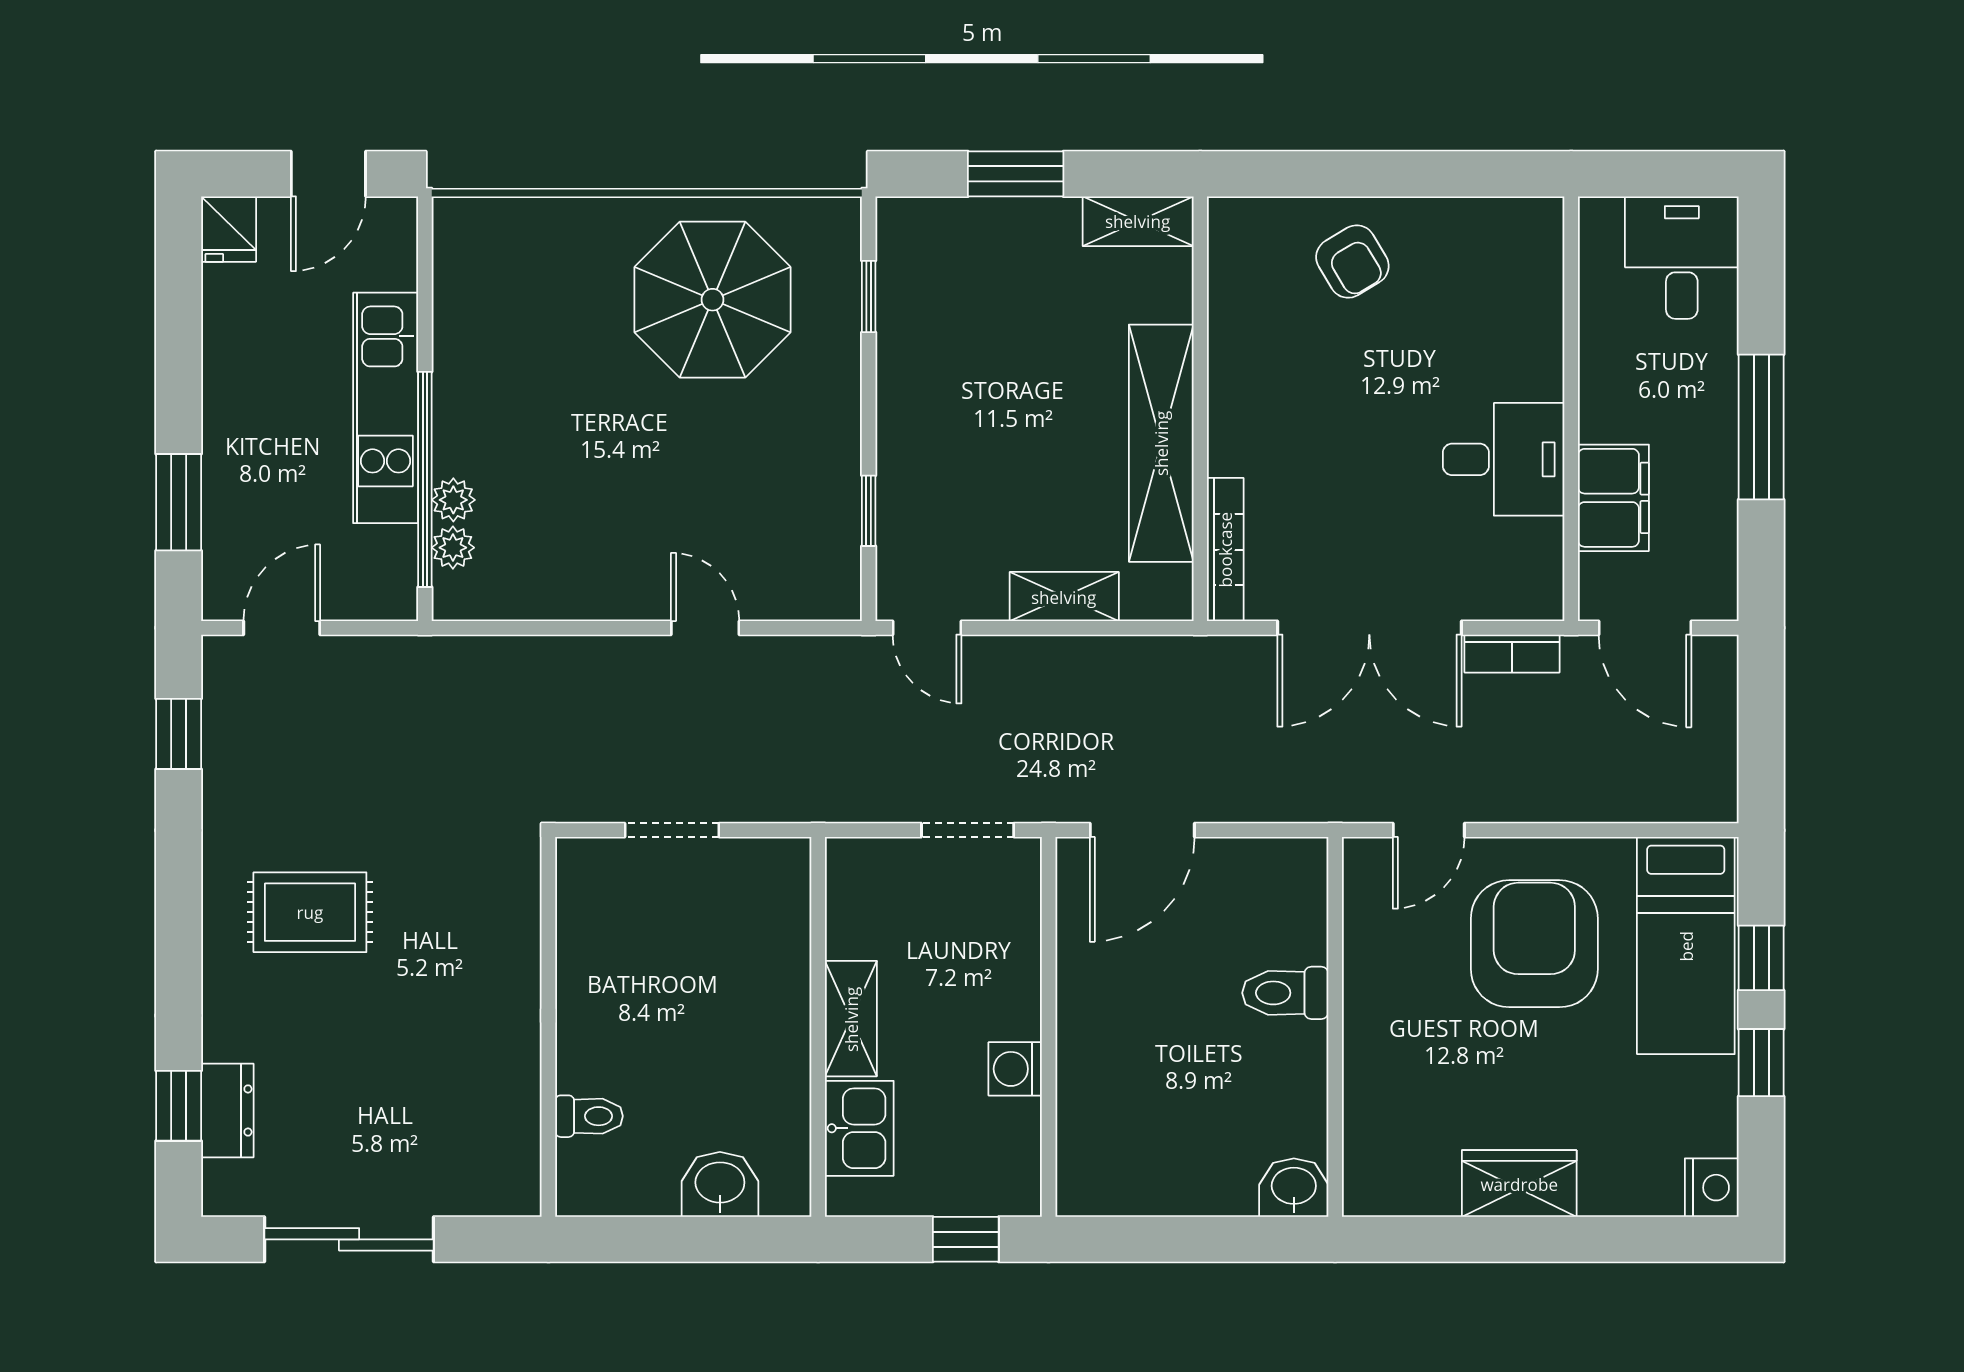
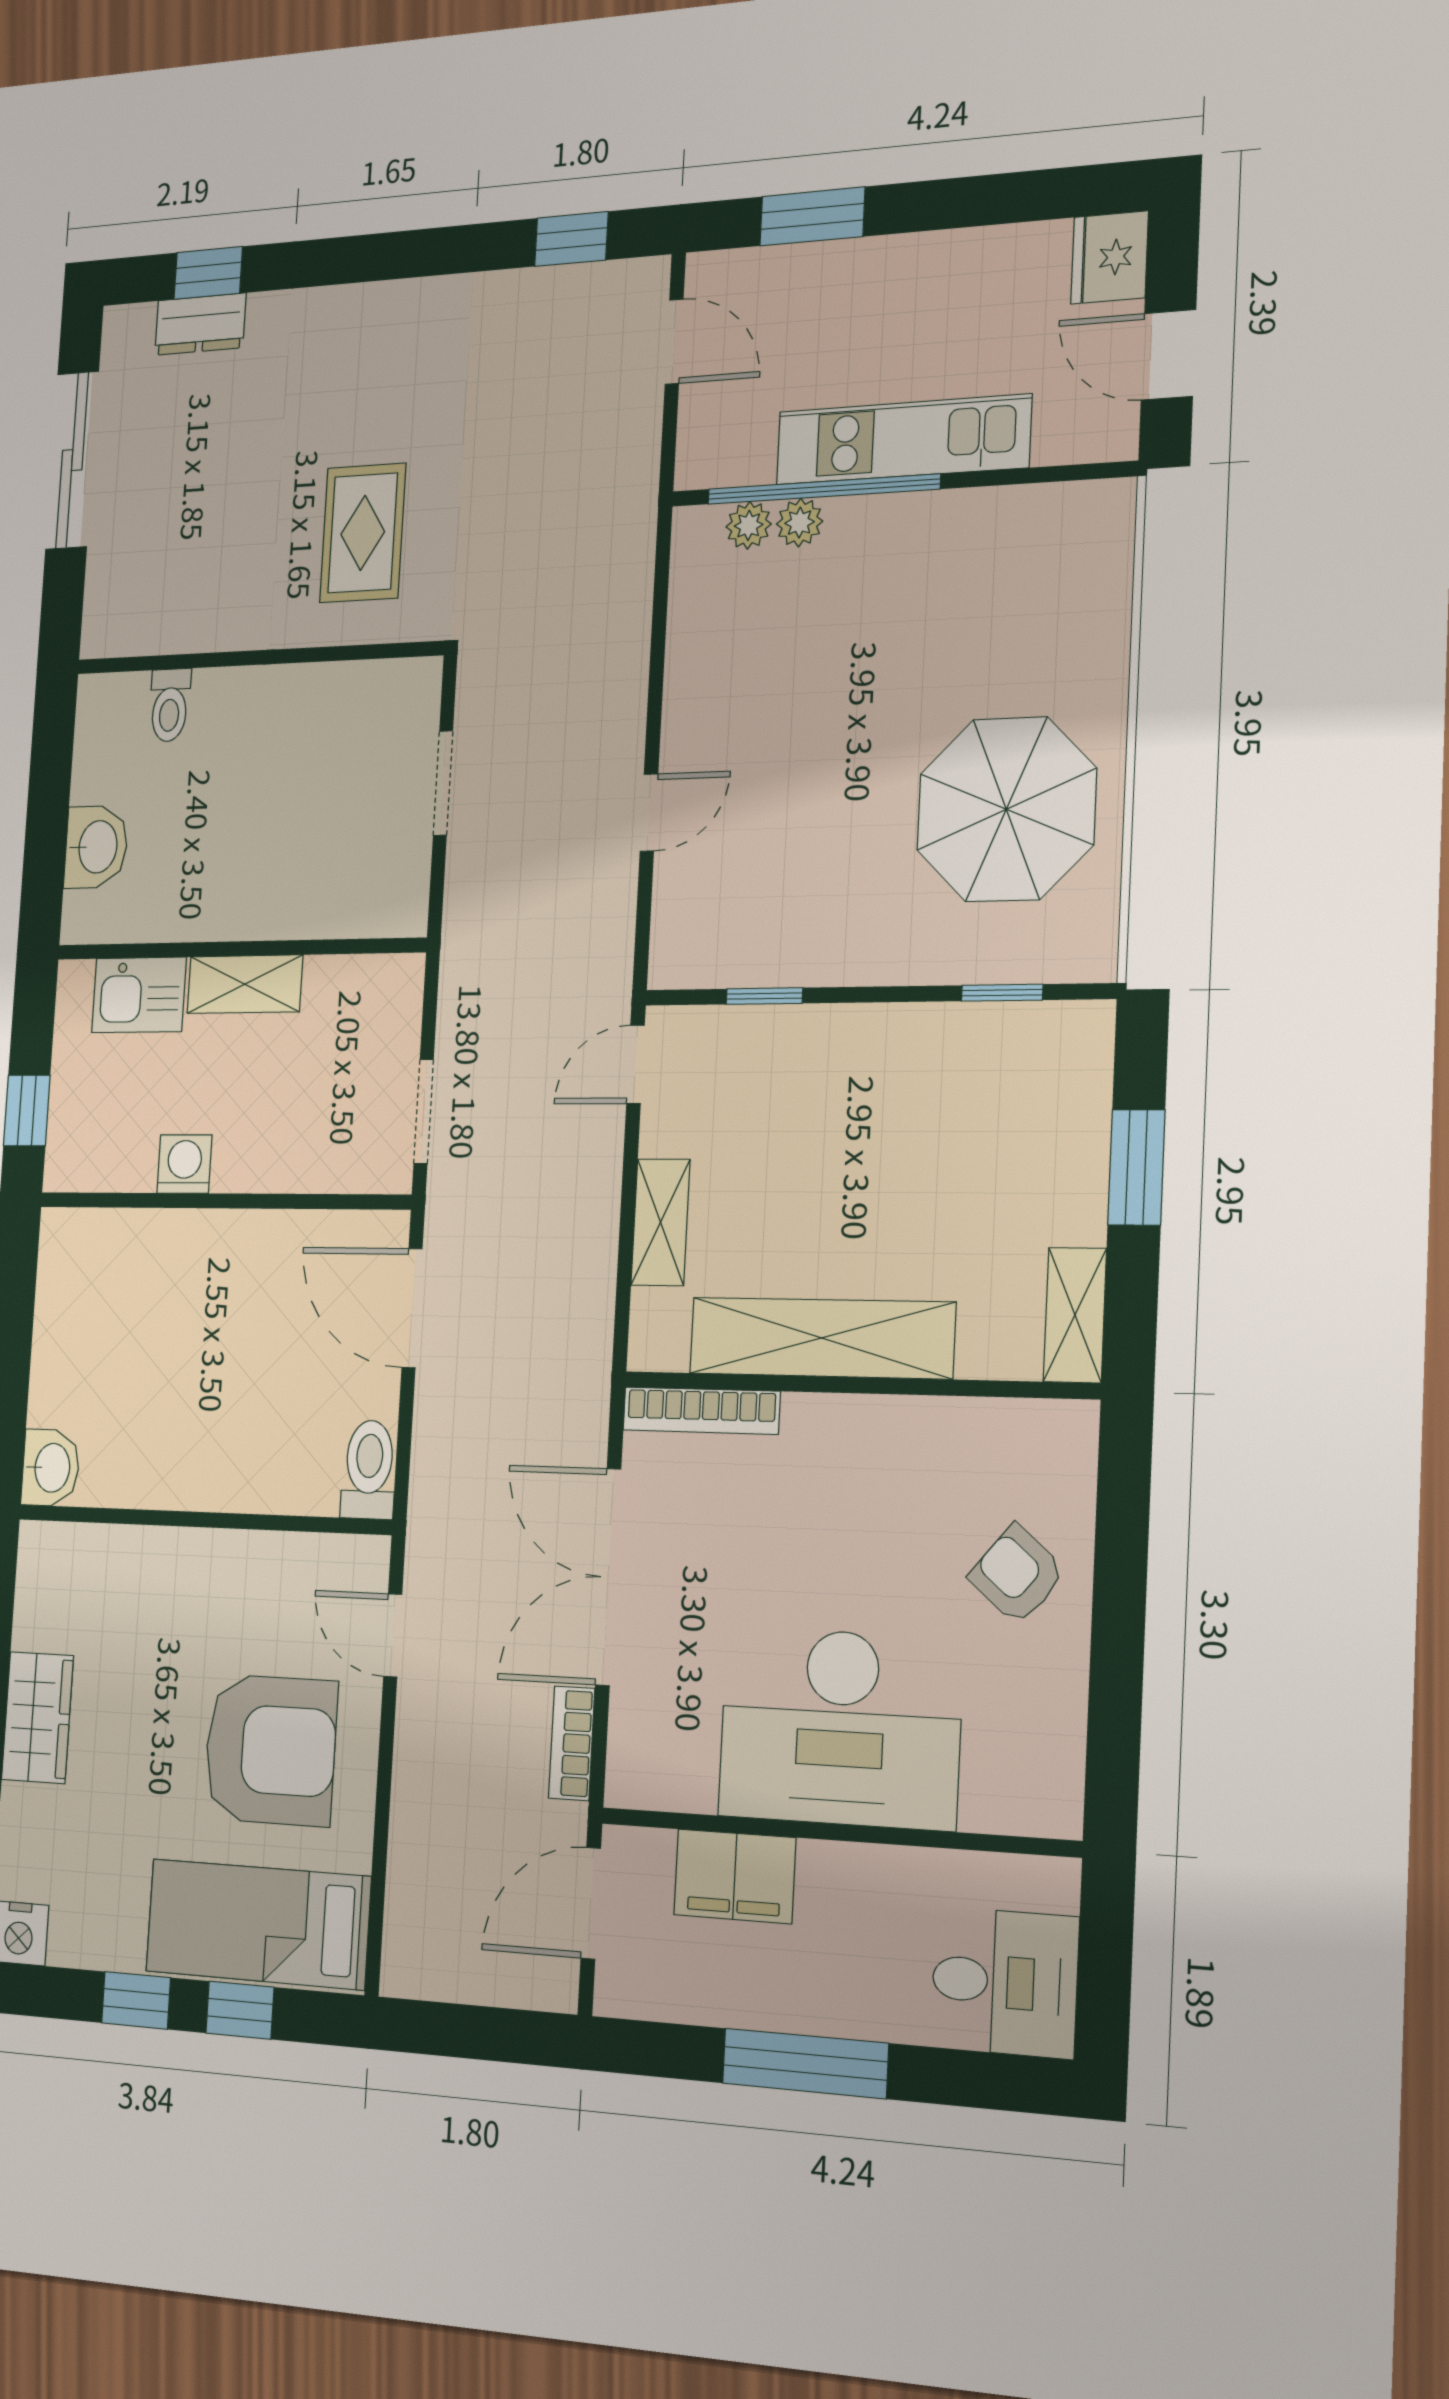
fridge: (229, 229) -> (1110, 257), width x1.38
armchair: (1352, 262) -> (1017, 1575), turned 71
desk: (1504, 459) -> (840, 1728), width x1.87, depth x1.30
rug: (310, 912) -> (363, 533), moved
toilet: (1285, 993) -> (369, 1470), moved

